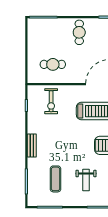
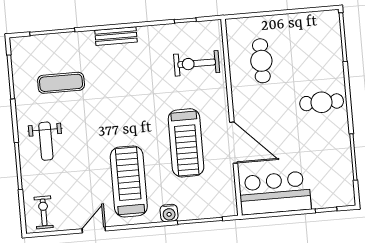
weight bench: (86, 180) -> (46, 141), moved, turned -90

